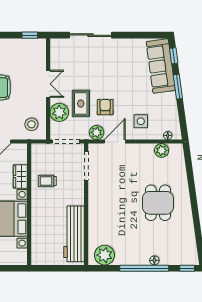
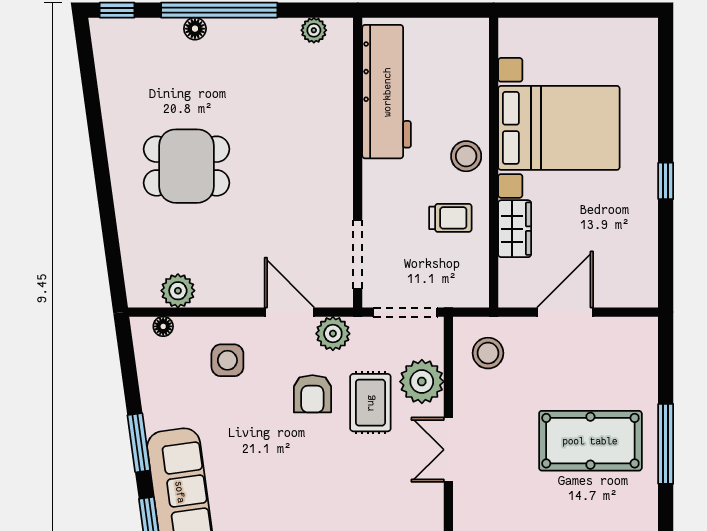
door: (115, 142) -> (289, 312), swing flipped
dining table: (158, 203) -> (187, 166), turned 90
stool: (41, 207) -> (466, 156), added
plant: (105, 255) -> (314, 30), width x0.53, depth x0.53

